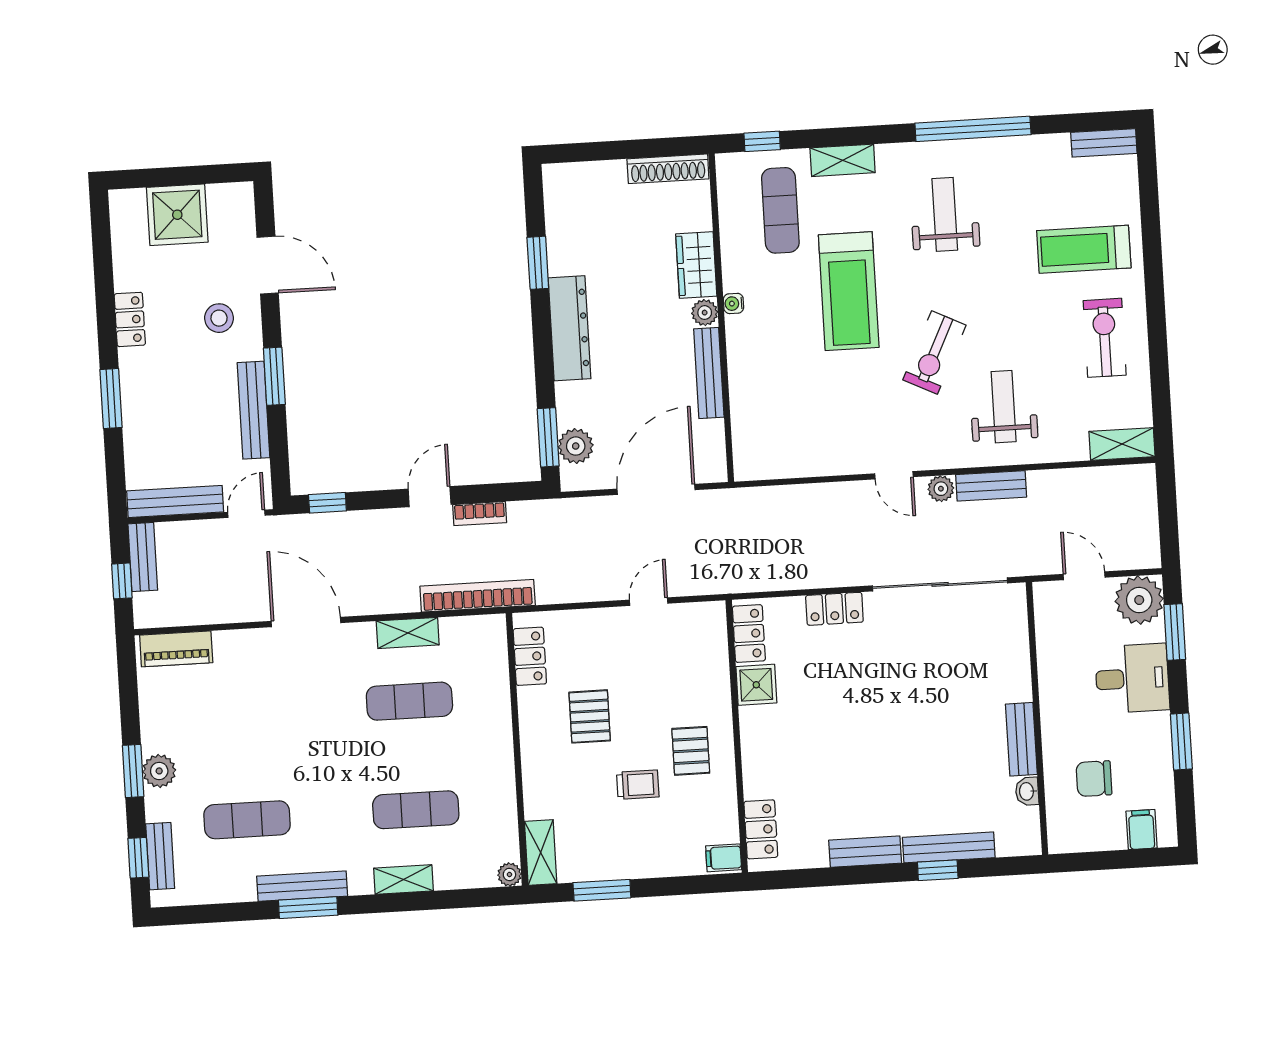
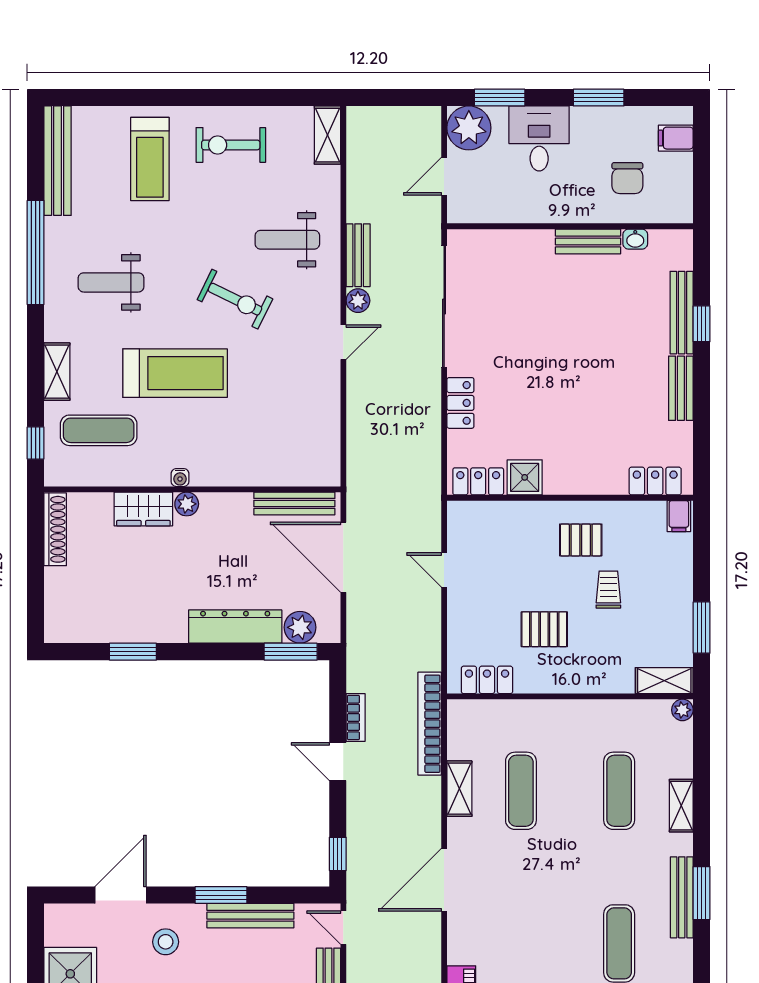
bench: (1104, 143) -> (58, 161), width x1.86, depth x1.21
dresser: (569, 328) -> (235, 627), moved
bench: (709, 373) -> (294, 503), moved

